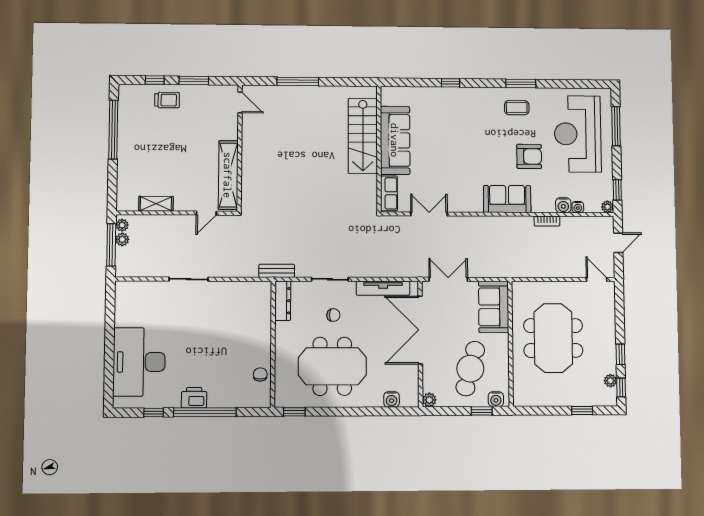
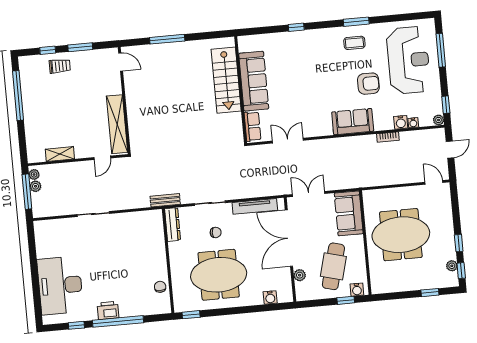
reception desk: (578, 134) -> (408, 60), turned 180
meeting table: (553, 338) -> (401, 235), turned 90
plant: (429, 400) -> (300, 275), moved

